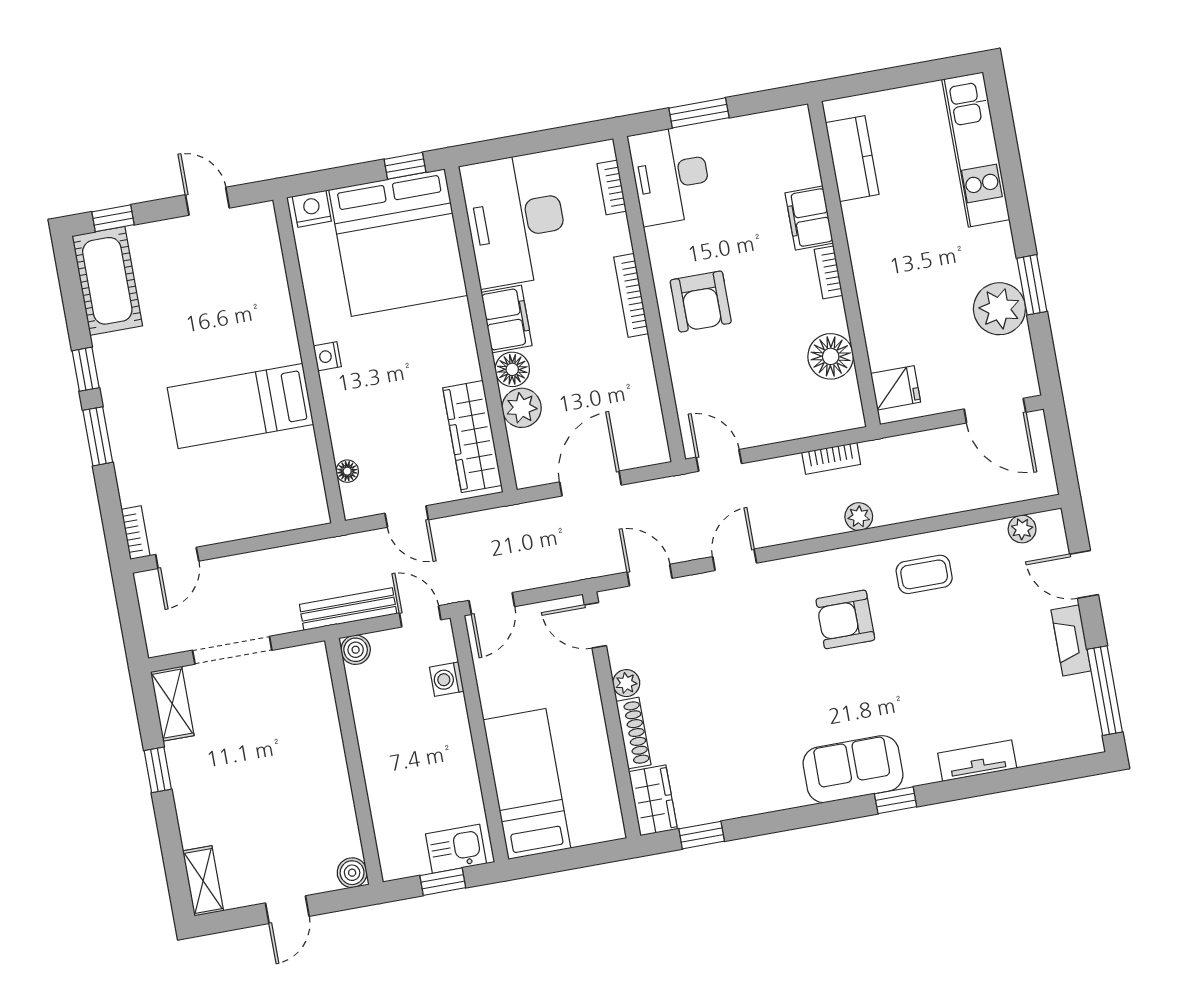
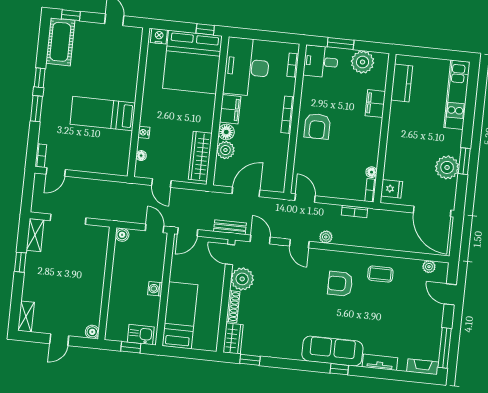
plant: (757, 138) -> (363, 62), added
desk: (671, 175) -> (321, 61), width x0.73
bookcase: (828, 272) -> (371, 190), moved
nightstand: (327, 356) -> (144, 132), moved
floor lamp: (831, 356) -> (372, 172), width x0.53, depth x0.53
door: (995, 411) -> (432, 211), width x1.36
plant: (859, 517) -> (326, 237), moved
door: (735, 560) -> (299, 244), swing flipped
bench: (348, 609) -> (230, 227), moved, width x0.73
fireplace: (1071, 640) -> (423, 367), moved, turned 90
washing machine: (447, 679) -> (155, 289), moved
plant: (626, 683) -> (242, 279), width x1.88, depth x1.88
sofa: (853, 769) -> (332, 351), width x1.36

